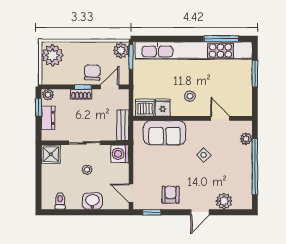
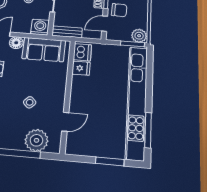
door: (110, 87) -> (105, 24), swing flipped
stool: (190, 96) -> (90, 94), removed
sofa: (165, 133) -> (44, 50), moved, turned -90
plant: (246, 139) -> (37, 140), width x1.88, depth x1.88
floor lamp: (140, 176) -> (16, 43), added

